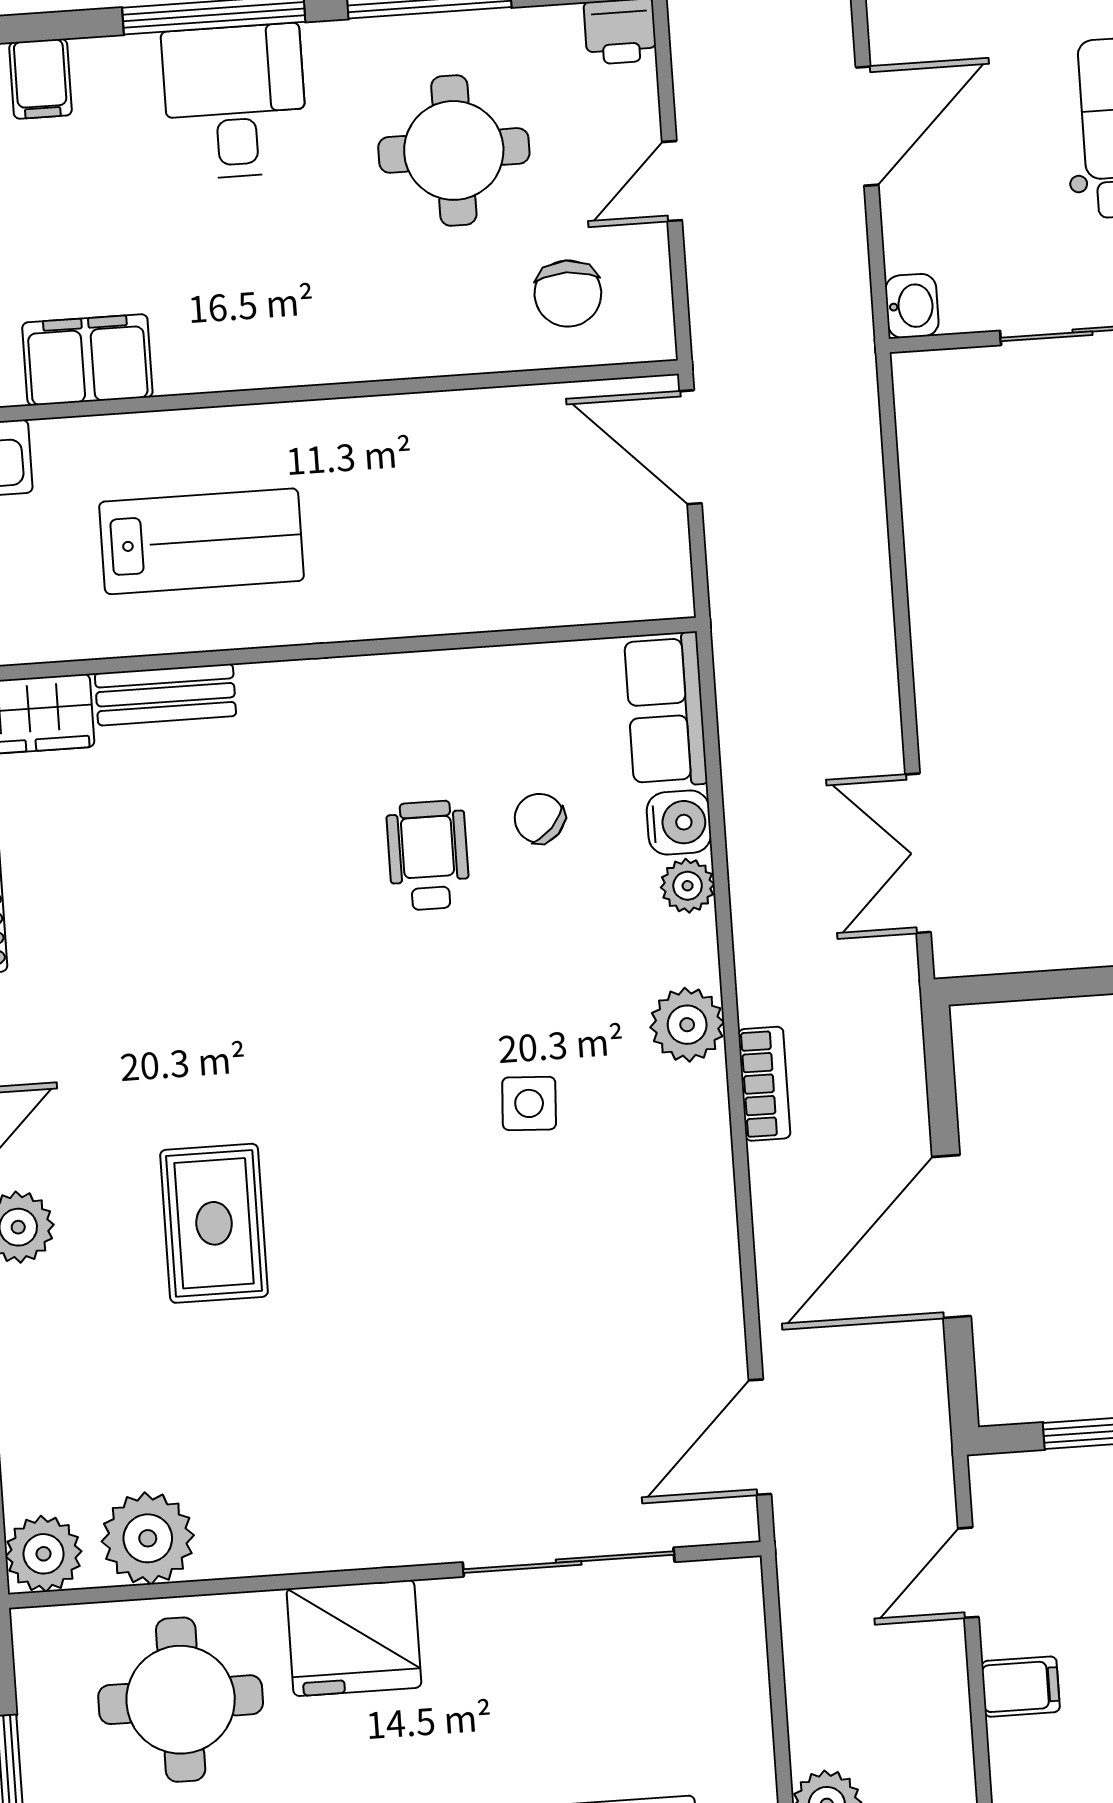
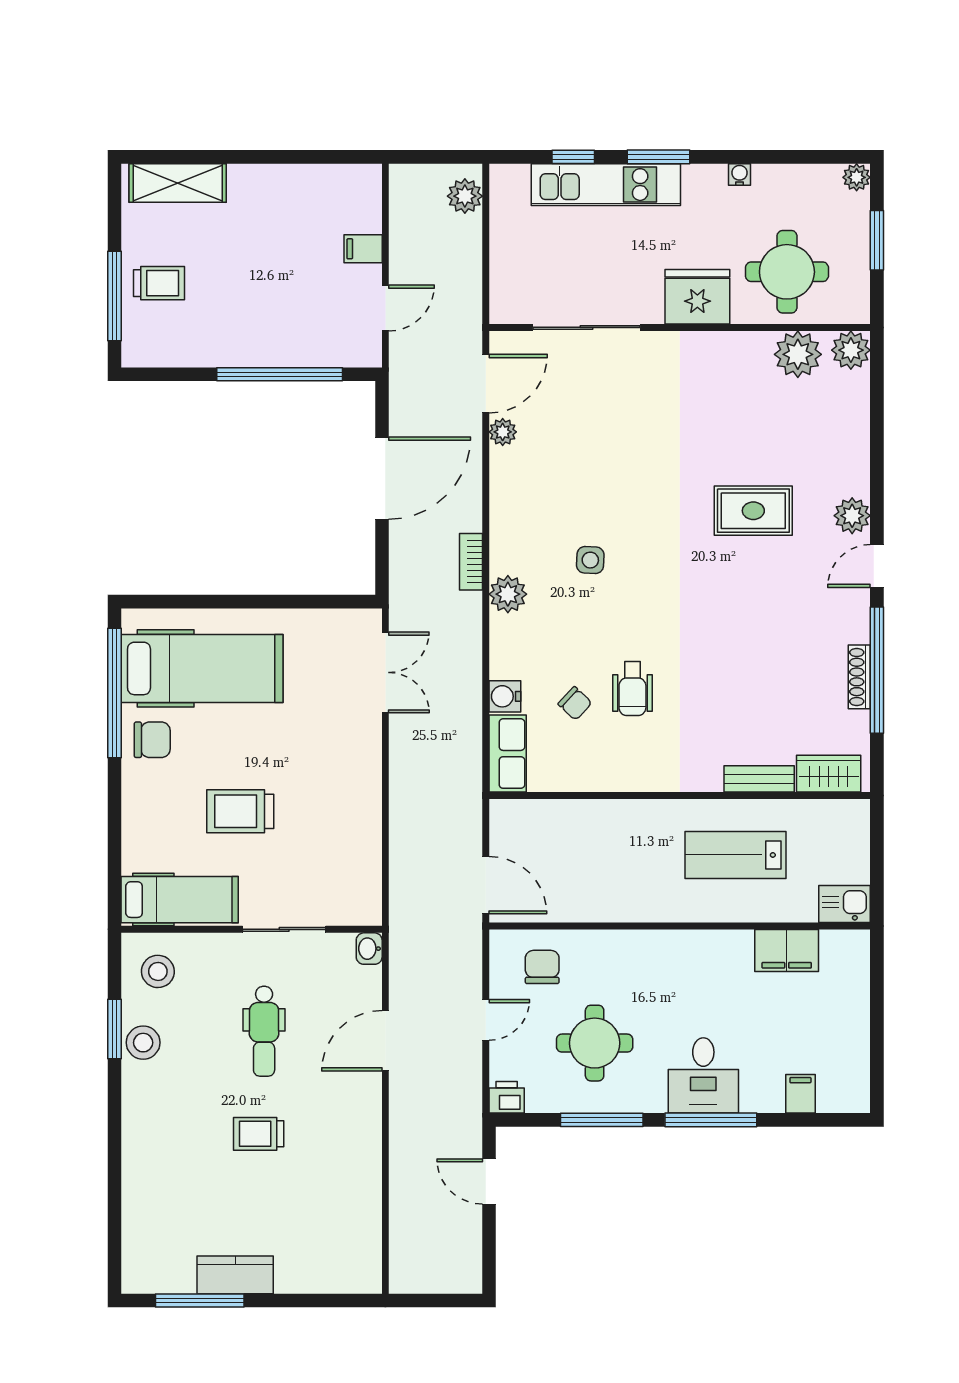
plant: (688, 886) -> (503, 432), moved
rug: (214, 1223) -> (753, 511), turned 90

